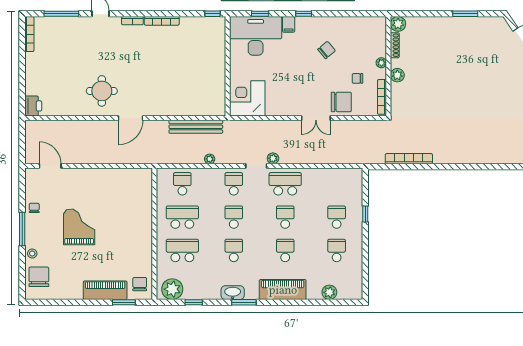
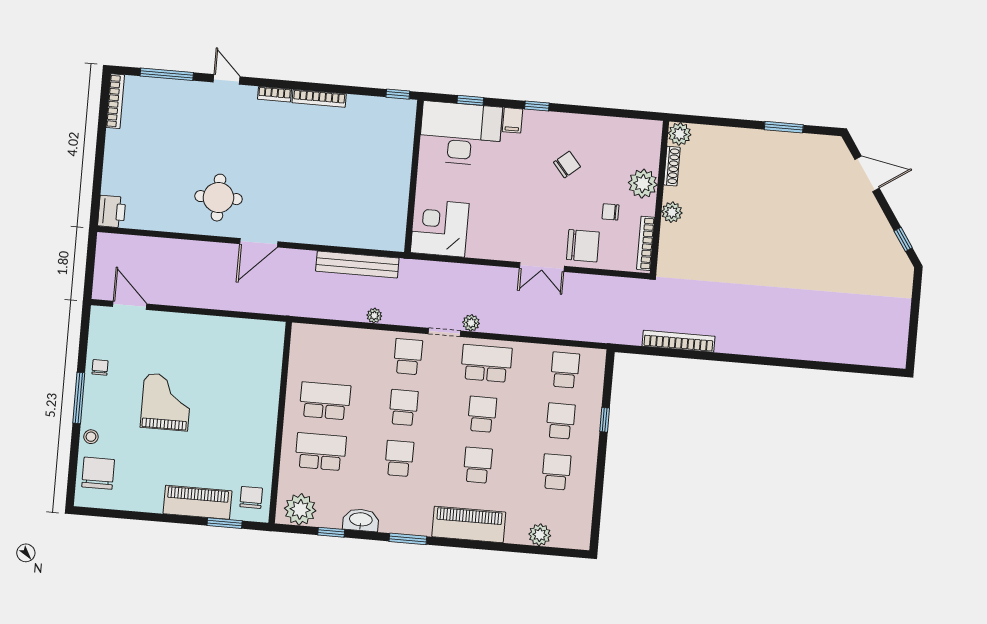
plant: (381, 63) -> (643, 184), width x1.88, depth x1.88
school desk: (182, 184) -> (565, 370), moved
washbasin: (233, 293) -> (361, 520), moved

